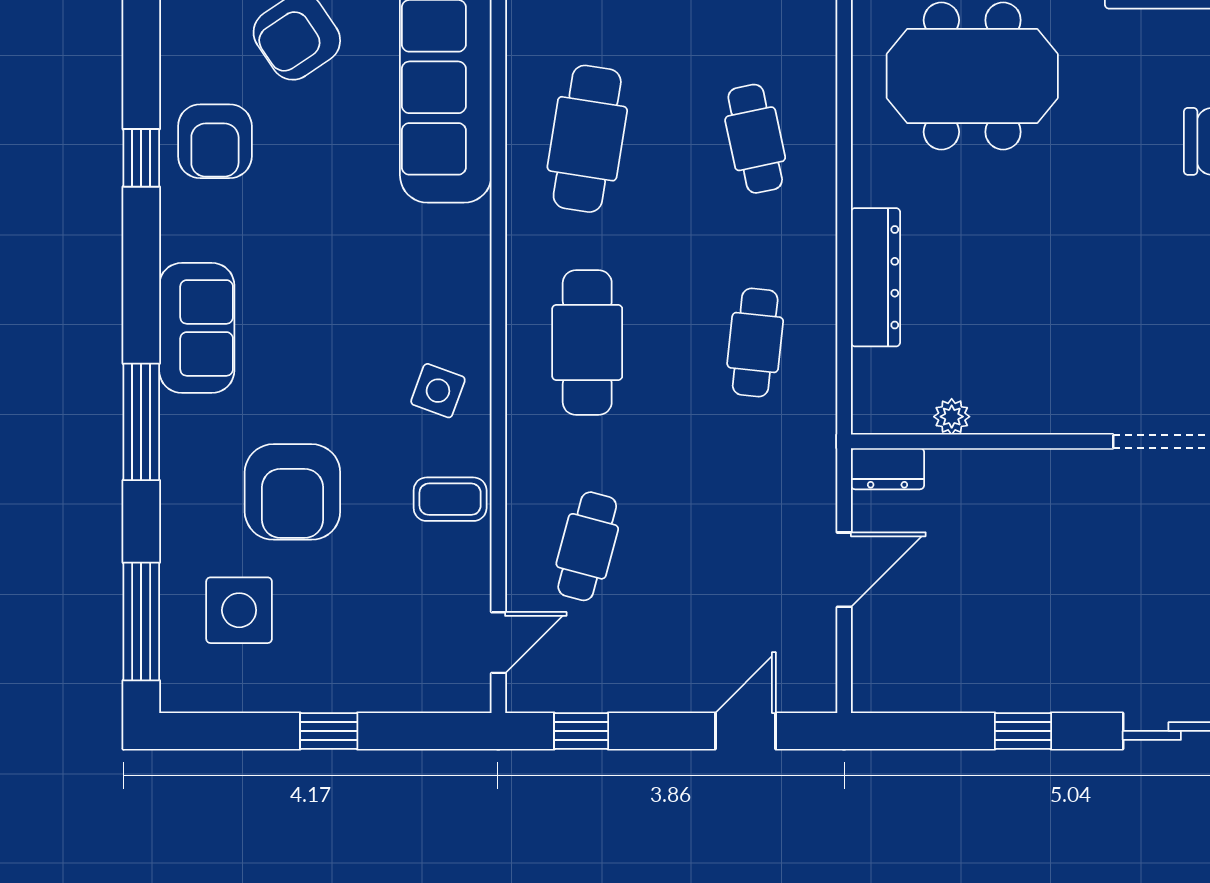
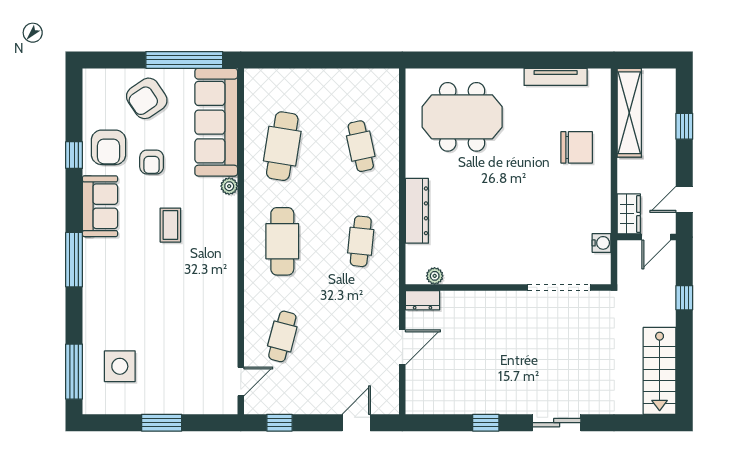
plant: (473, 224) -> (229, 186), added
sofa: (197, 328) -> (100, 206), moved
side table: (438, 391) -> (213, 264), removed
plant: (952, 417) -> (435, 276), moved
window: (141, 422) -> (74, 260), moved
armchair: (292, 492) -> (152, 162), moved, width x0.53, depth x0.53
coffee table: (450, 499) -> (170, 225), moved, turned 90
window: (329, 731) -> (162, 423), width x1.50

